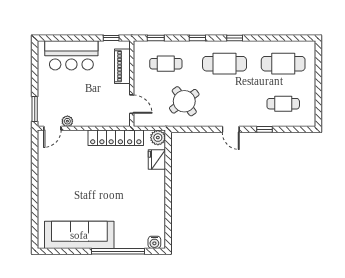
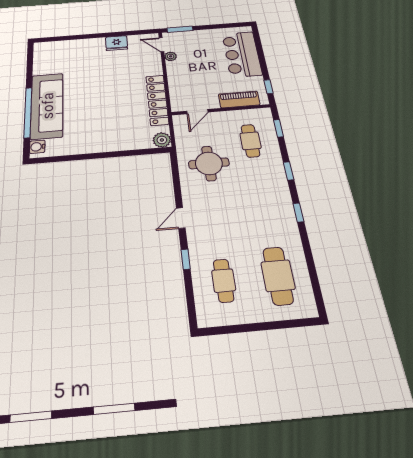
cafe table: (225, 64) -> (263, 204), removed
round table: (184, 101) -> (209, 163), turned 36
fridge: (157, 159) -> (117, 43), moved, turned 180
sofa: (79, 235) -> (47, 106), moved

